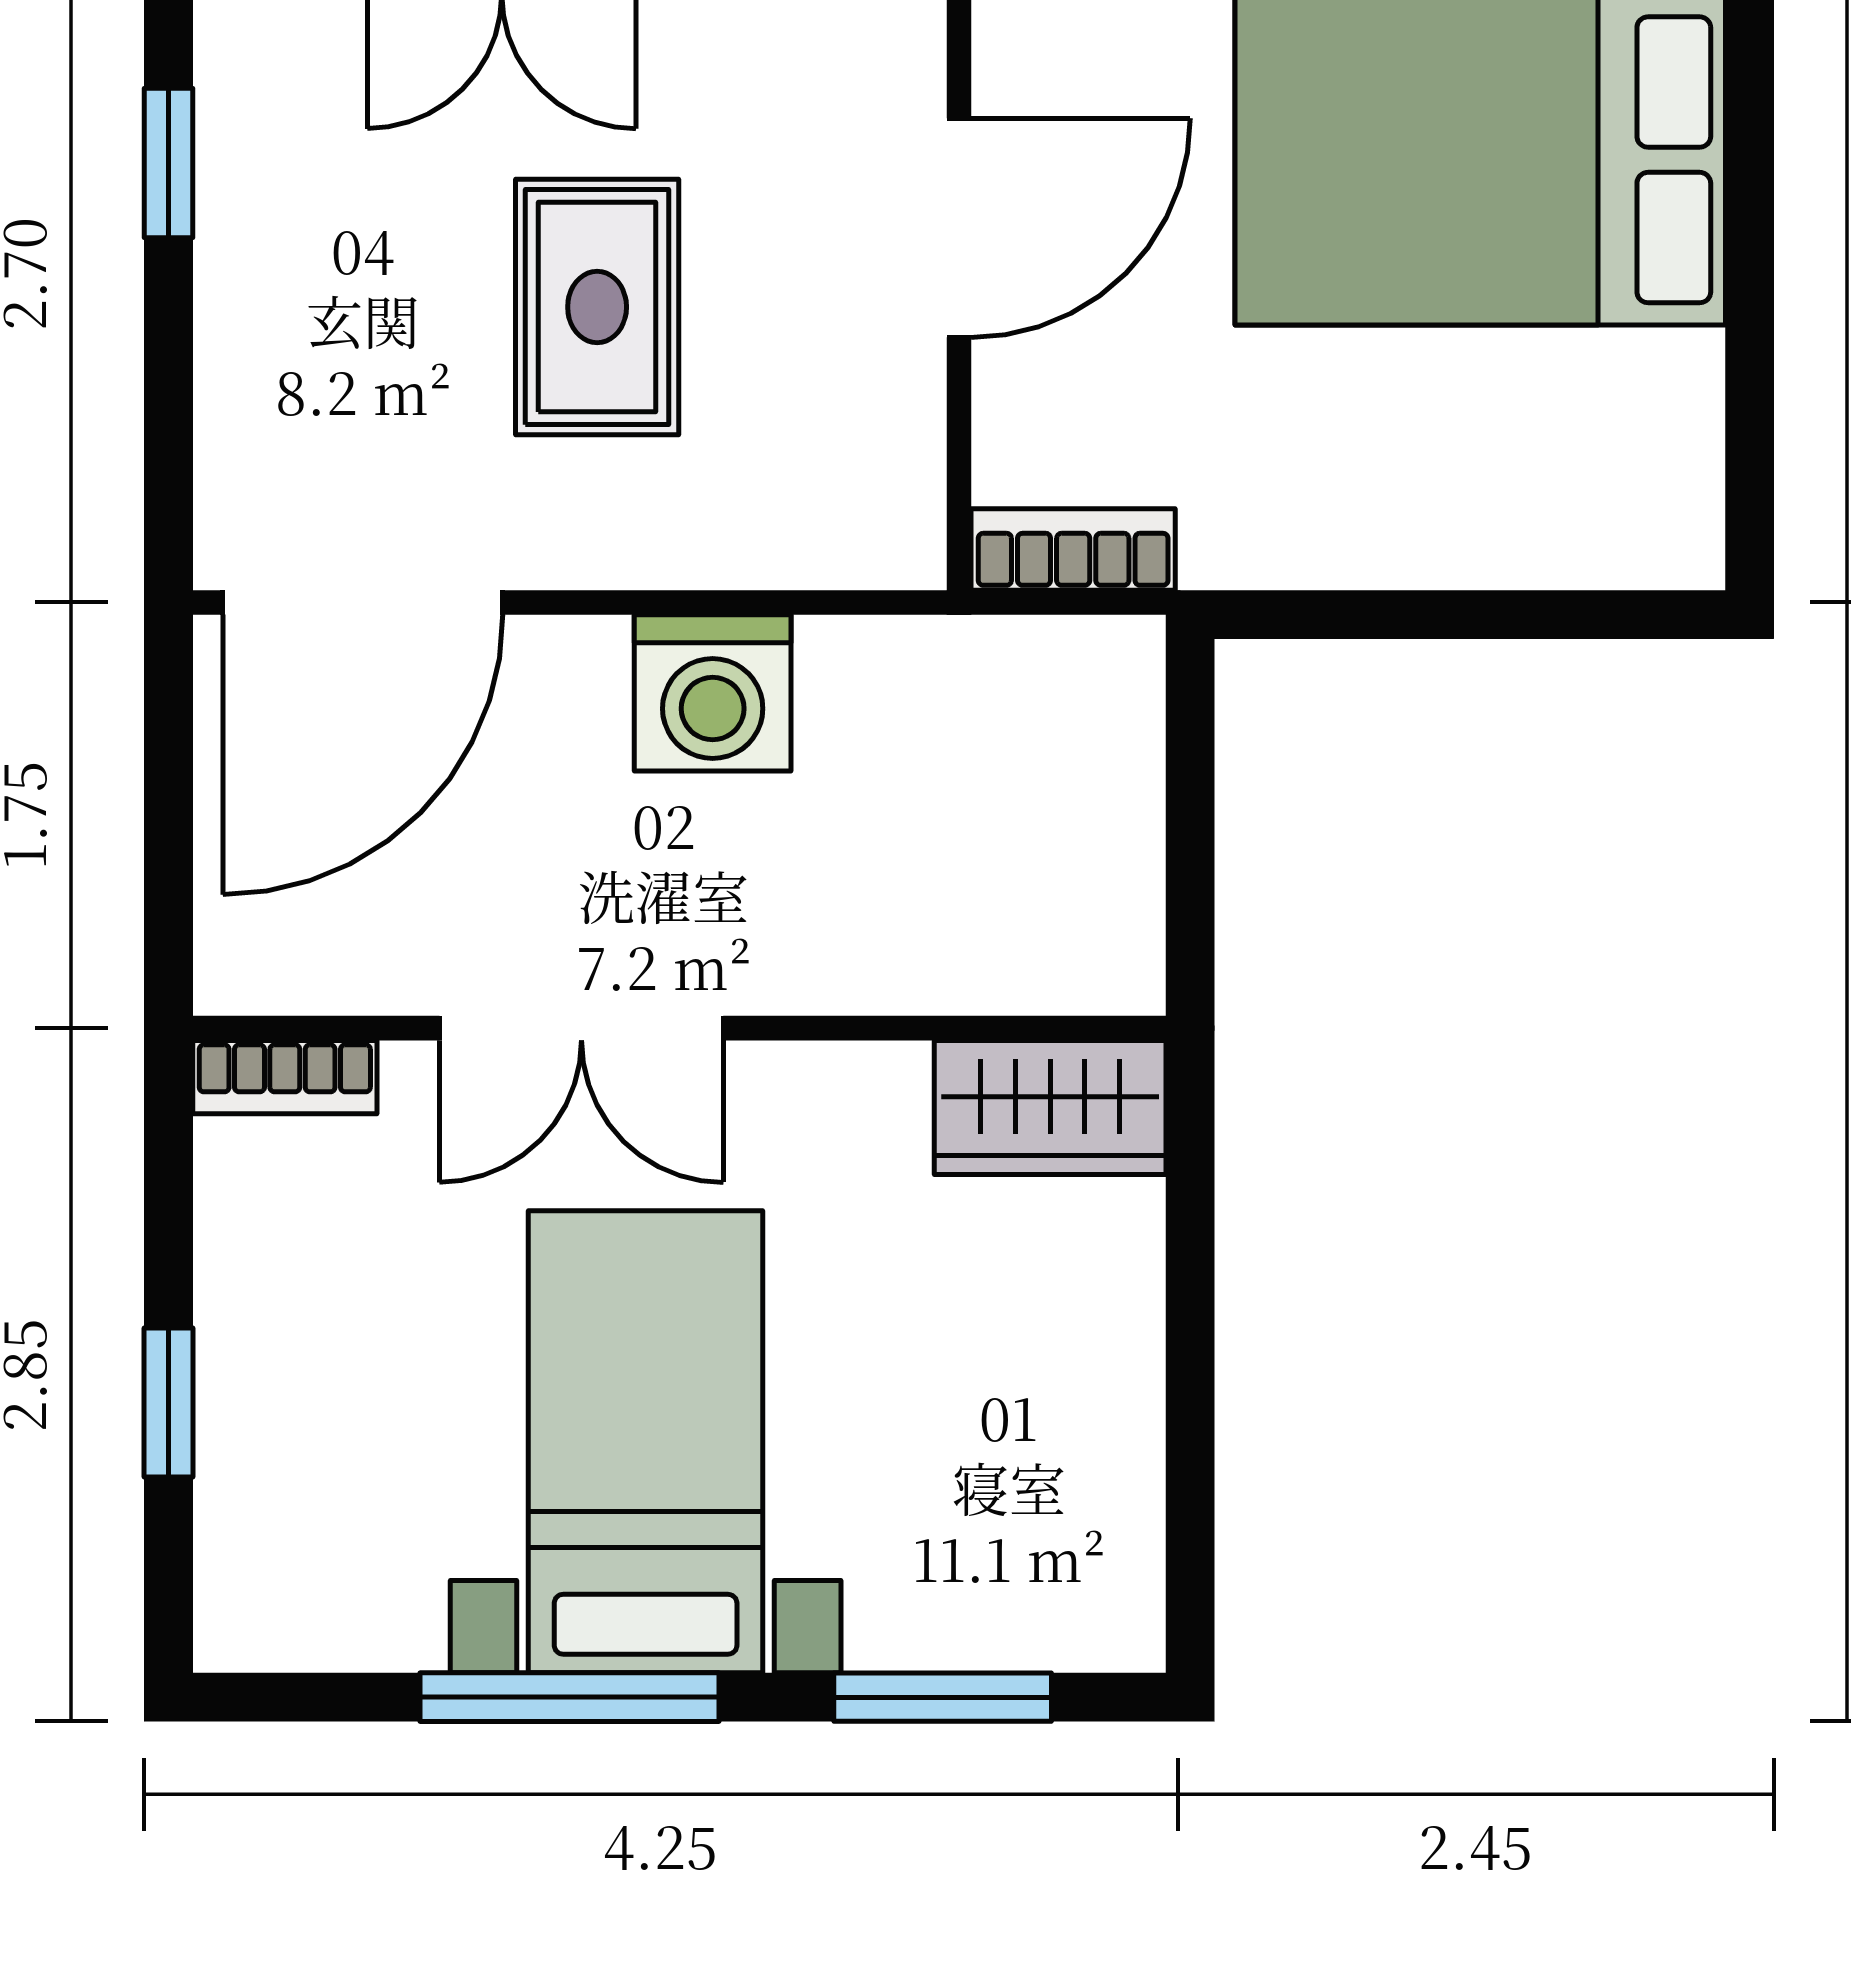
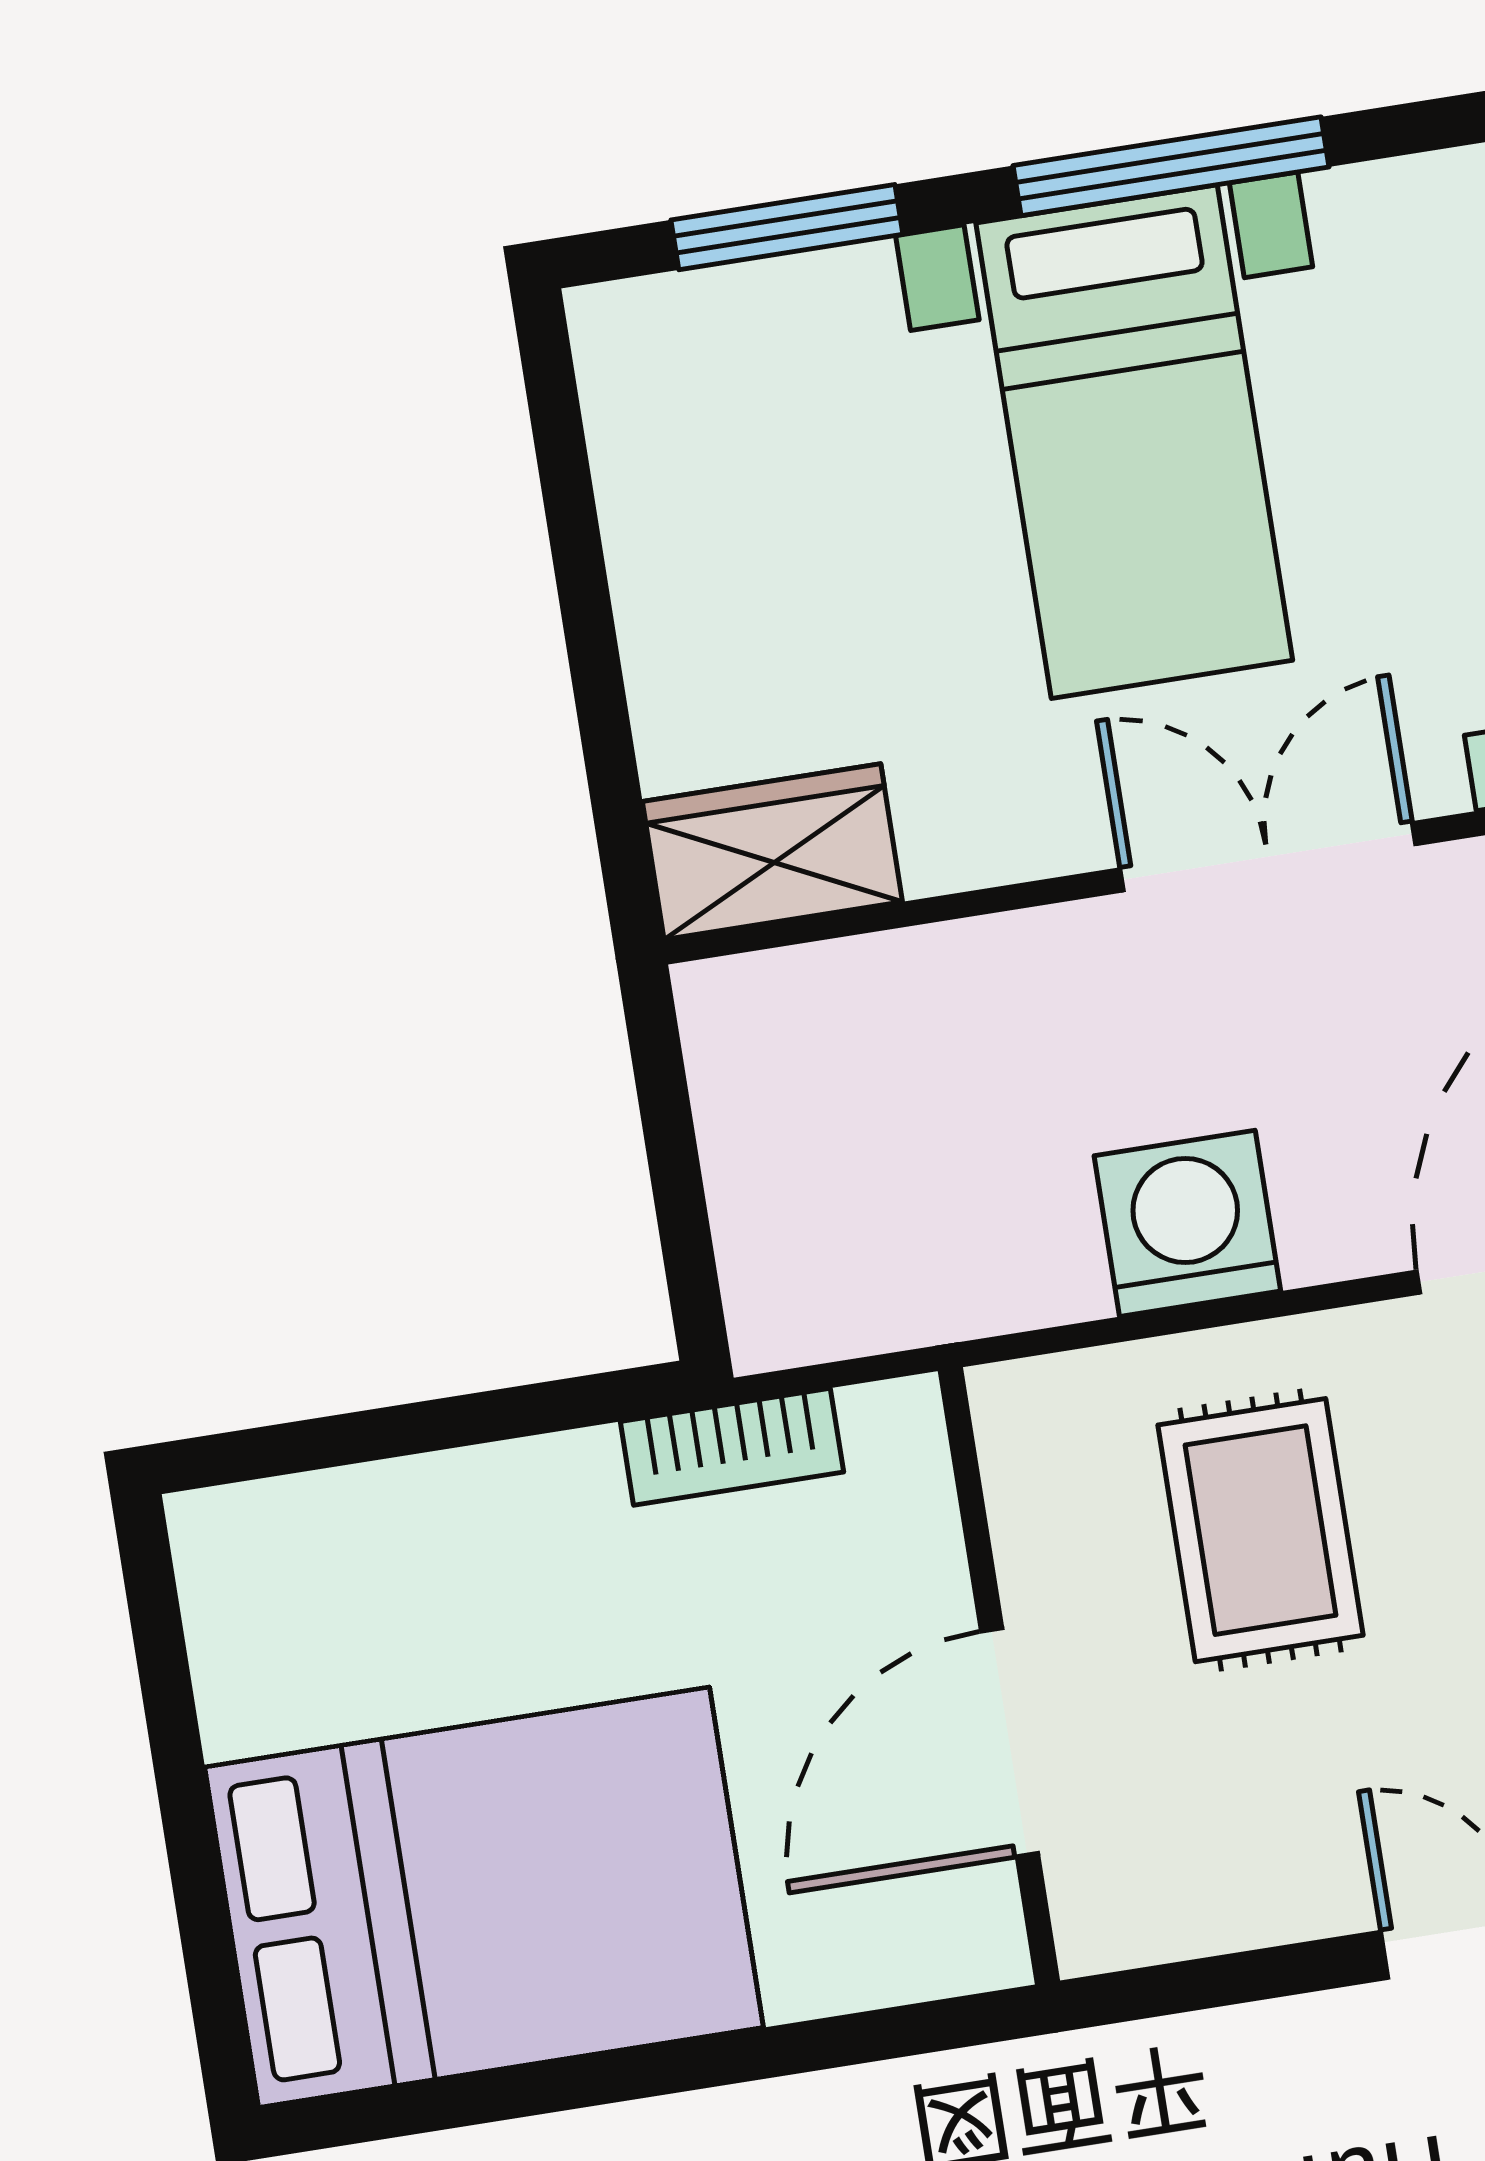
rug: (597, 307) -> (1260, 1530), moved
bookcase: (1073, 550) -> (732, 1447), moved

